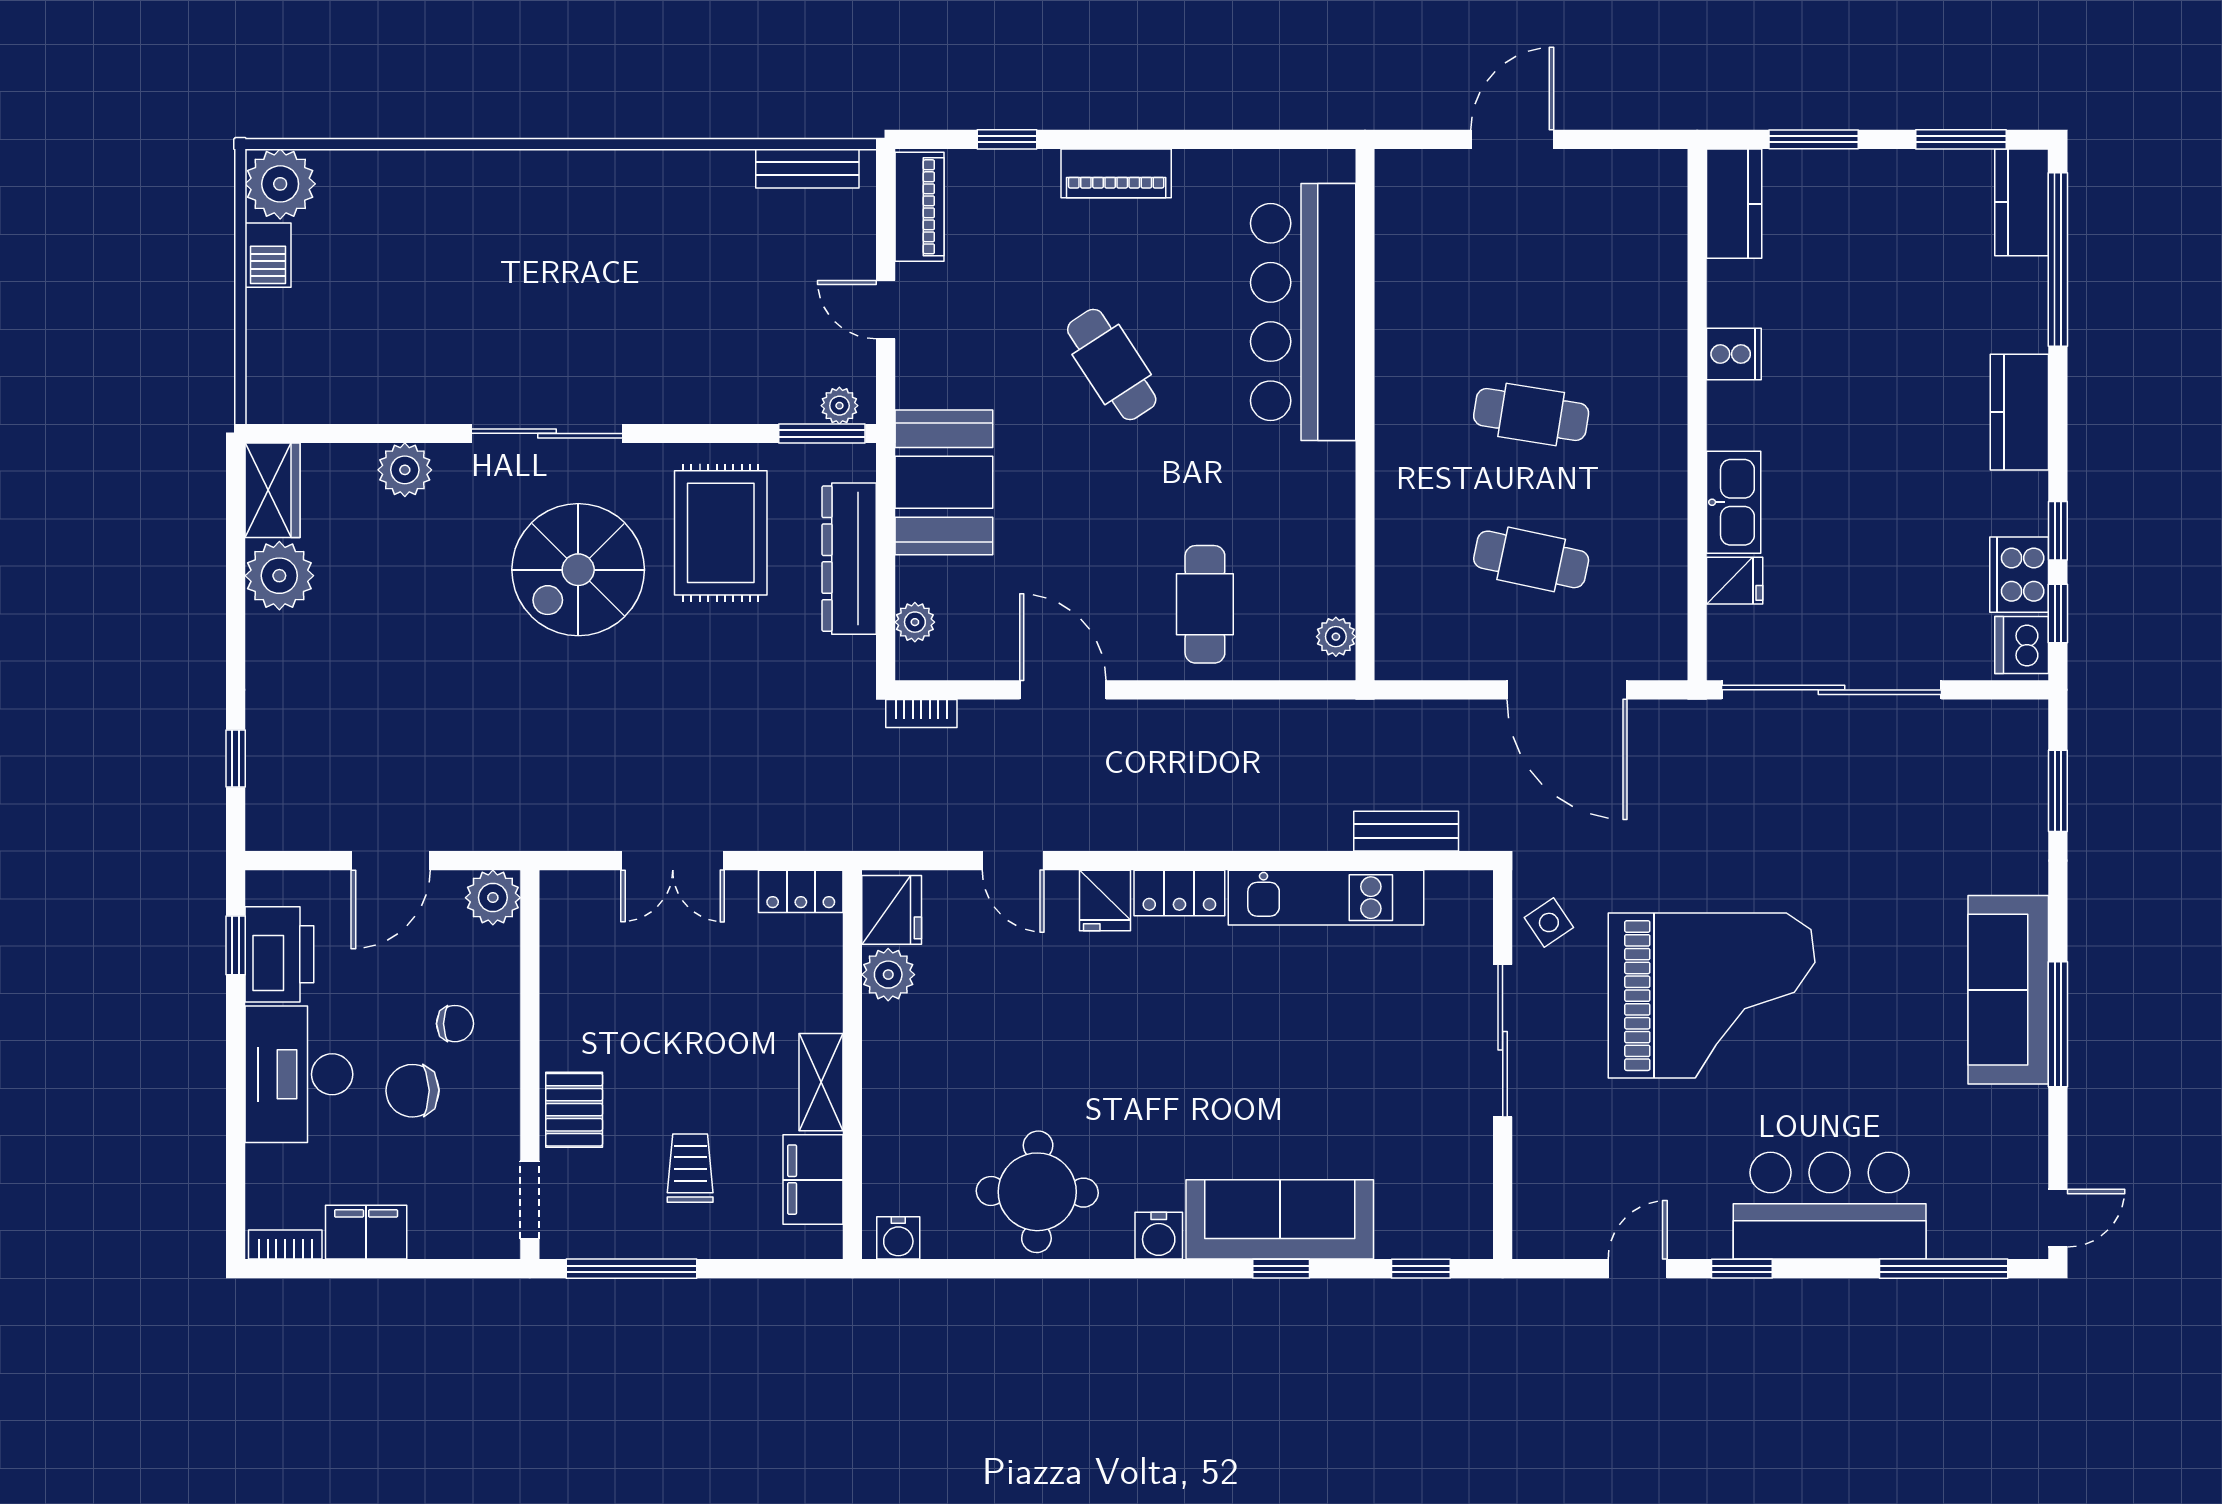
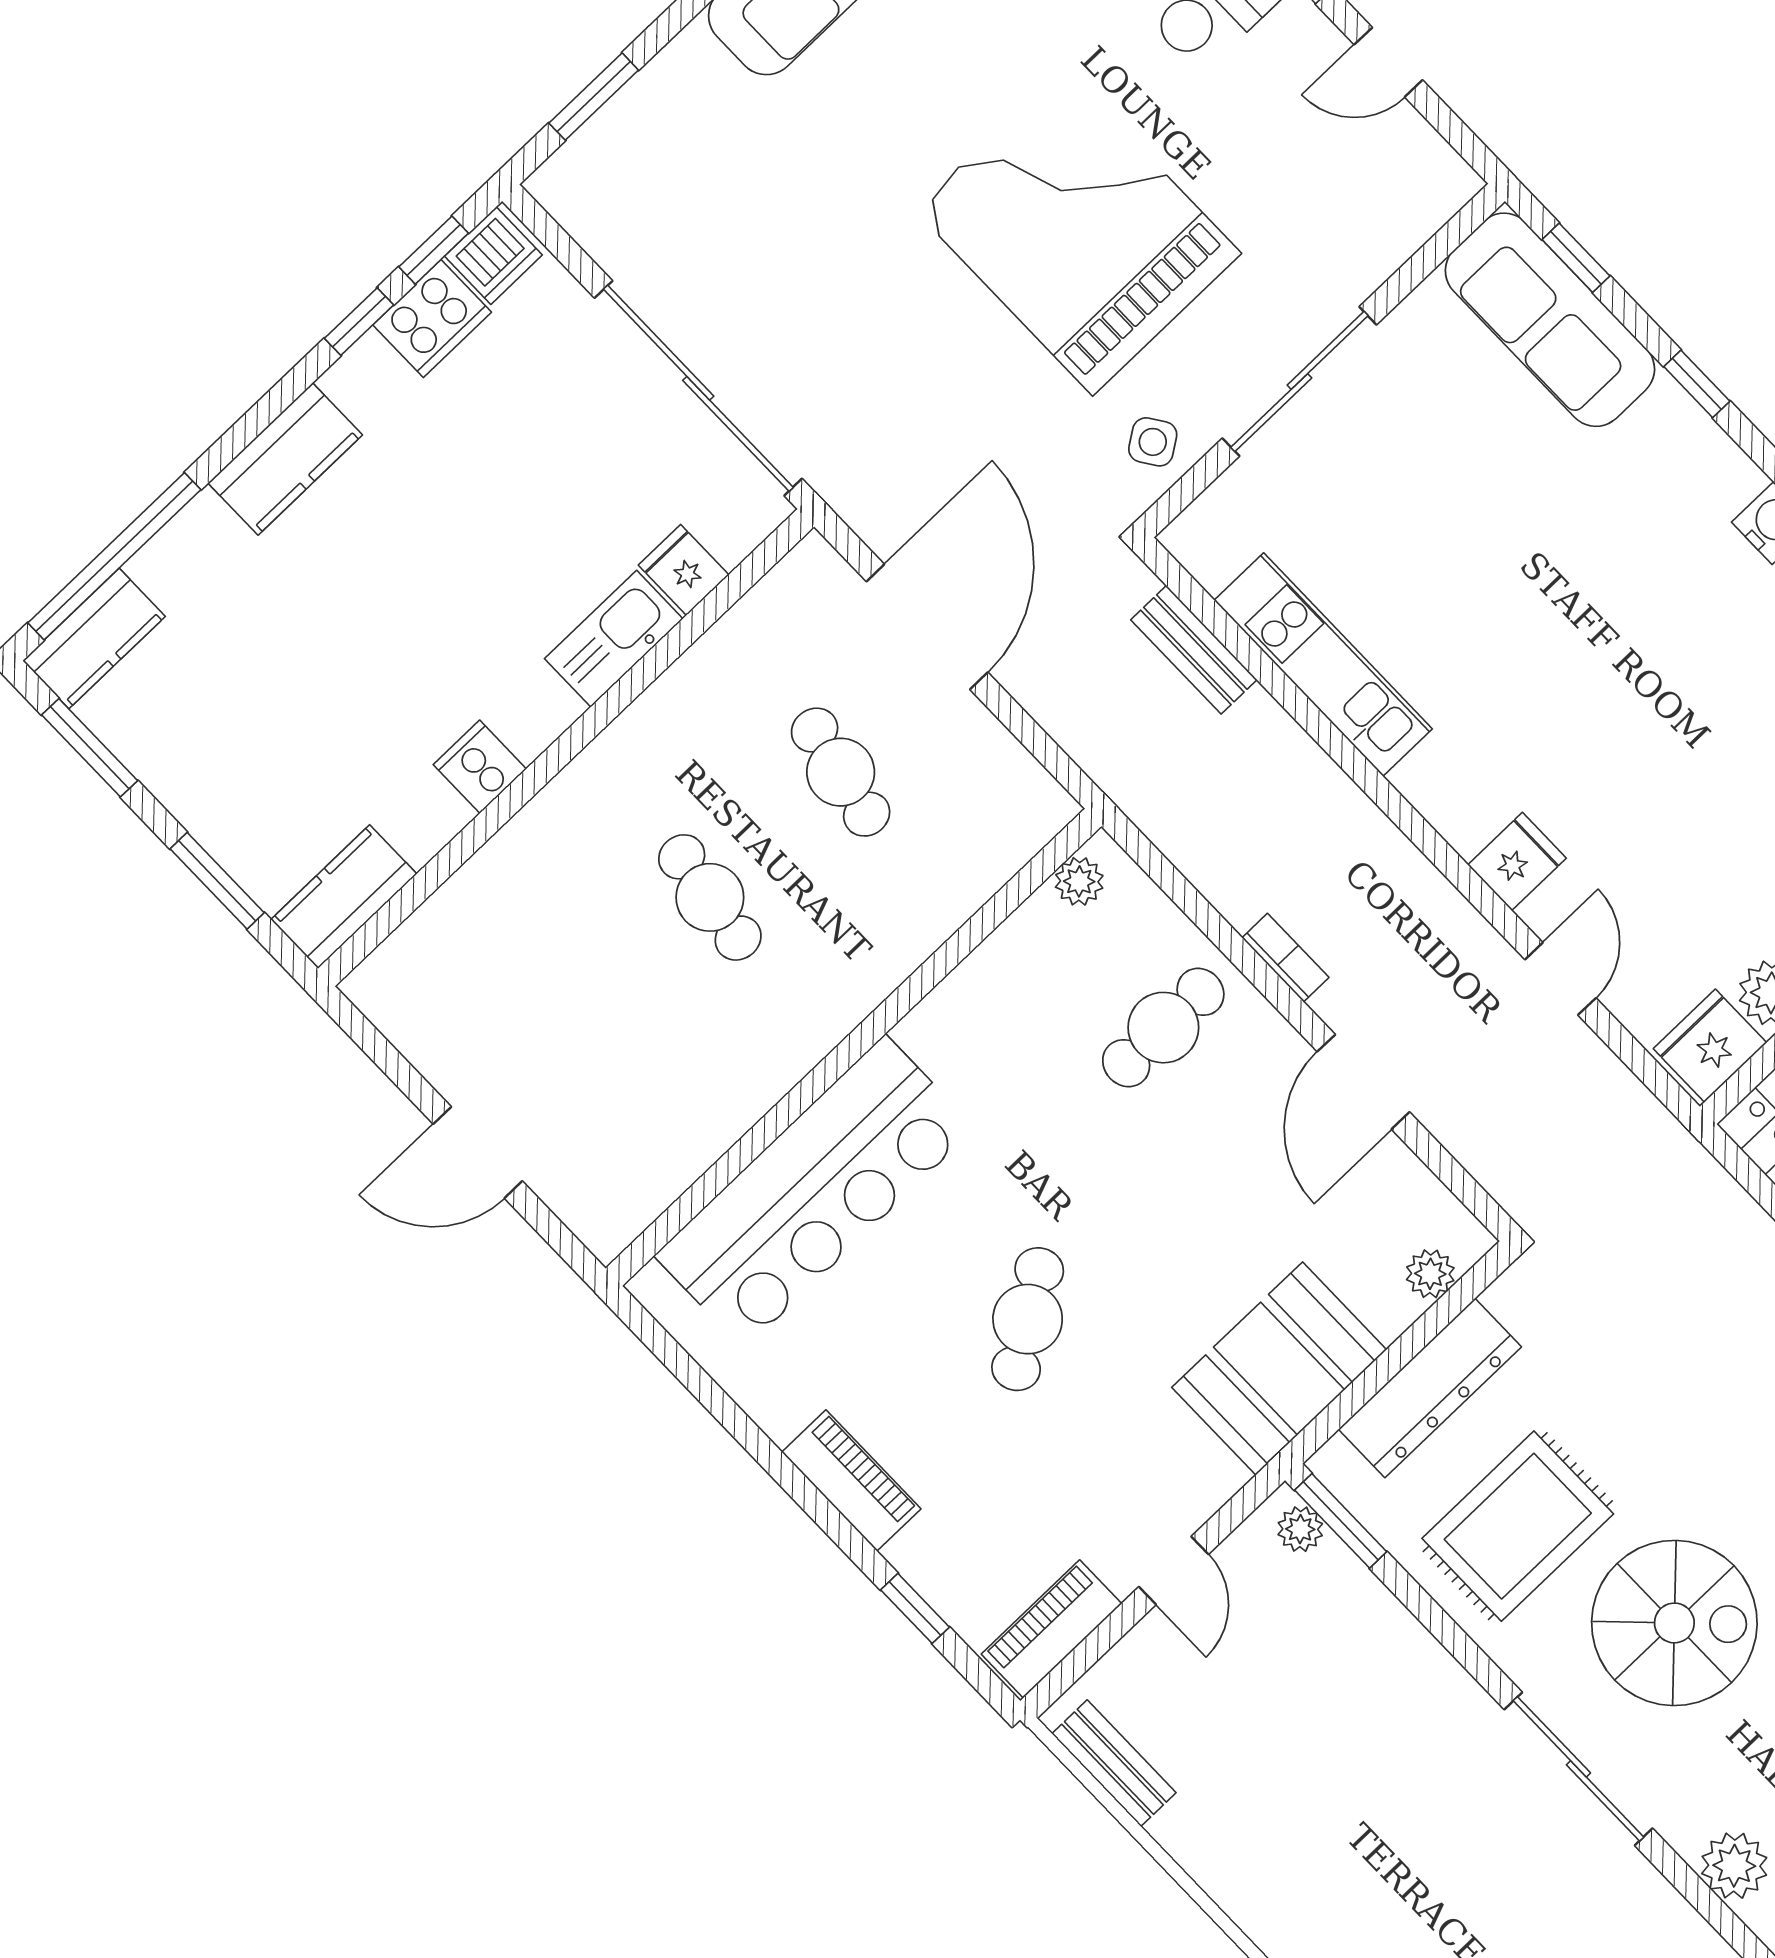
bookcase: (921, 713) -> (1285, 958), moved
locker: (1179, 893) -> (1446, 801), removed
sofa: (1280, 1219) -> (1550, 320), moved

